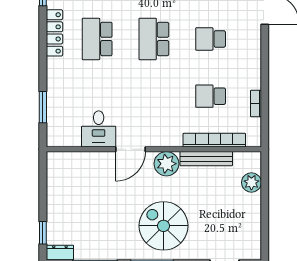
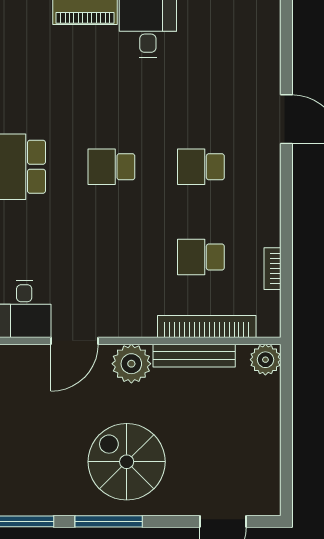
school desk: (154, 39) -> (111, 167), width x0.54
plant: (251, 183) -> (265, 360), moved

